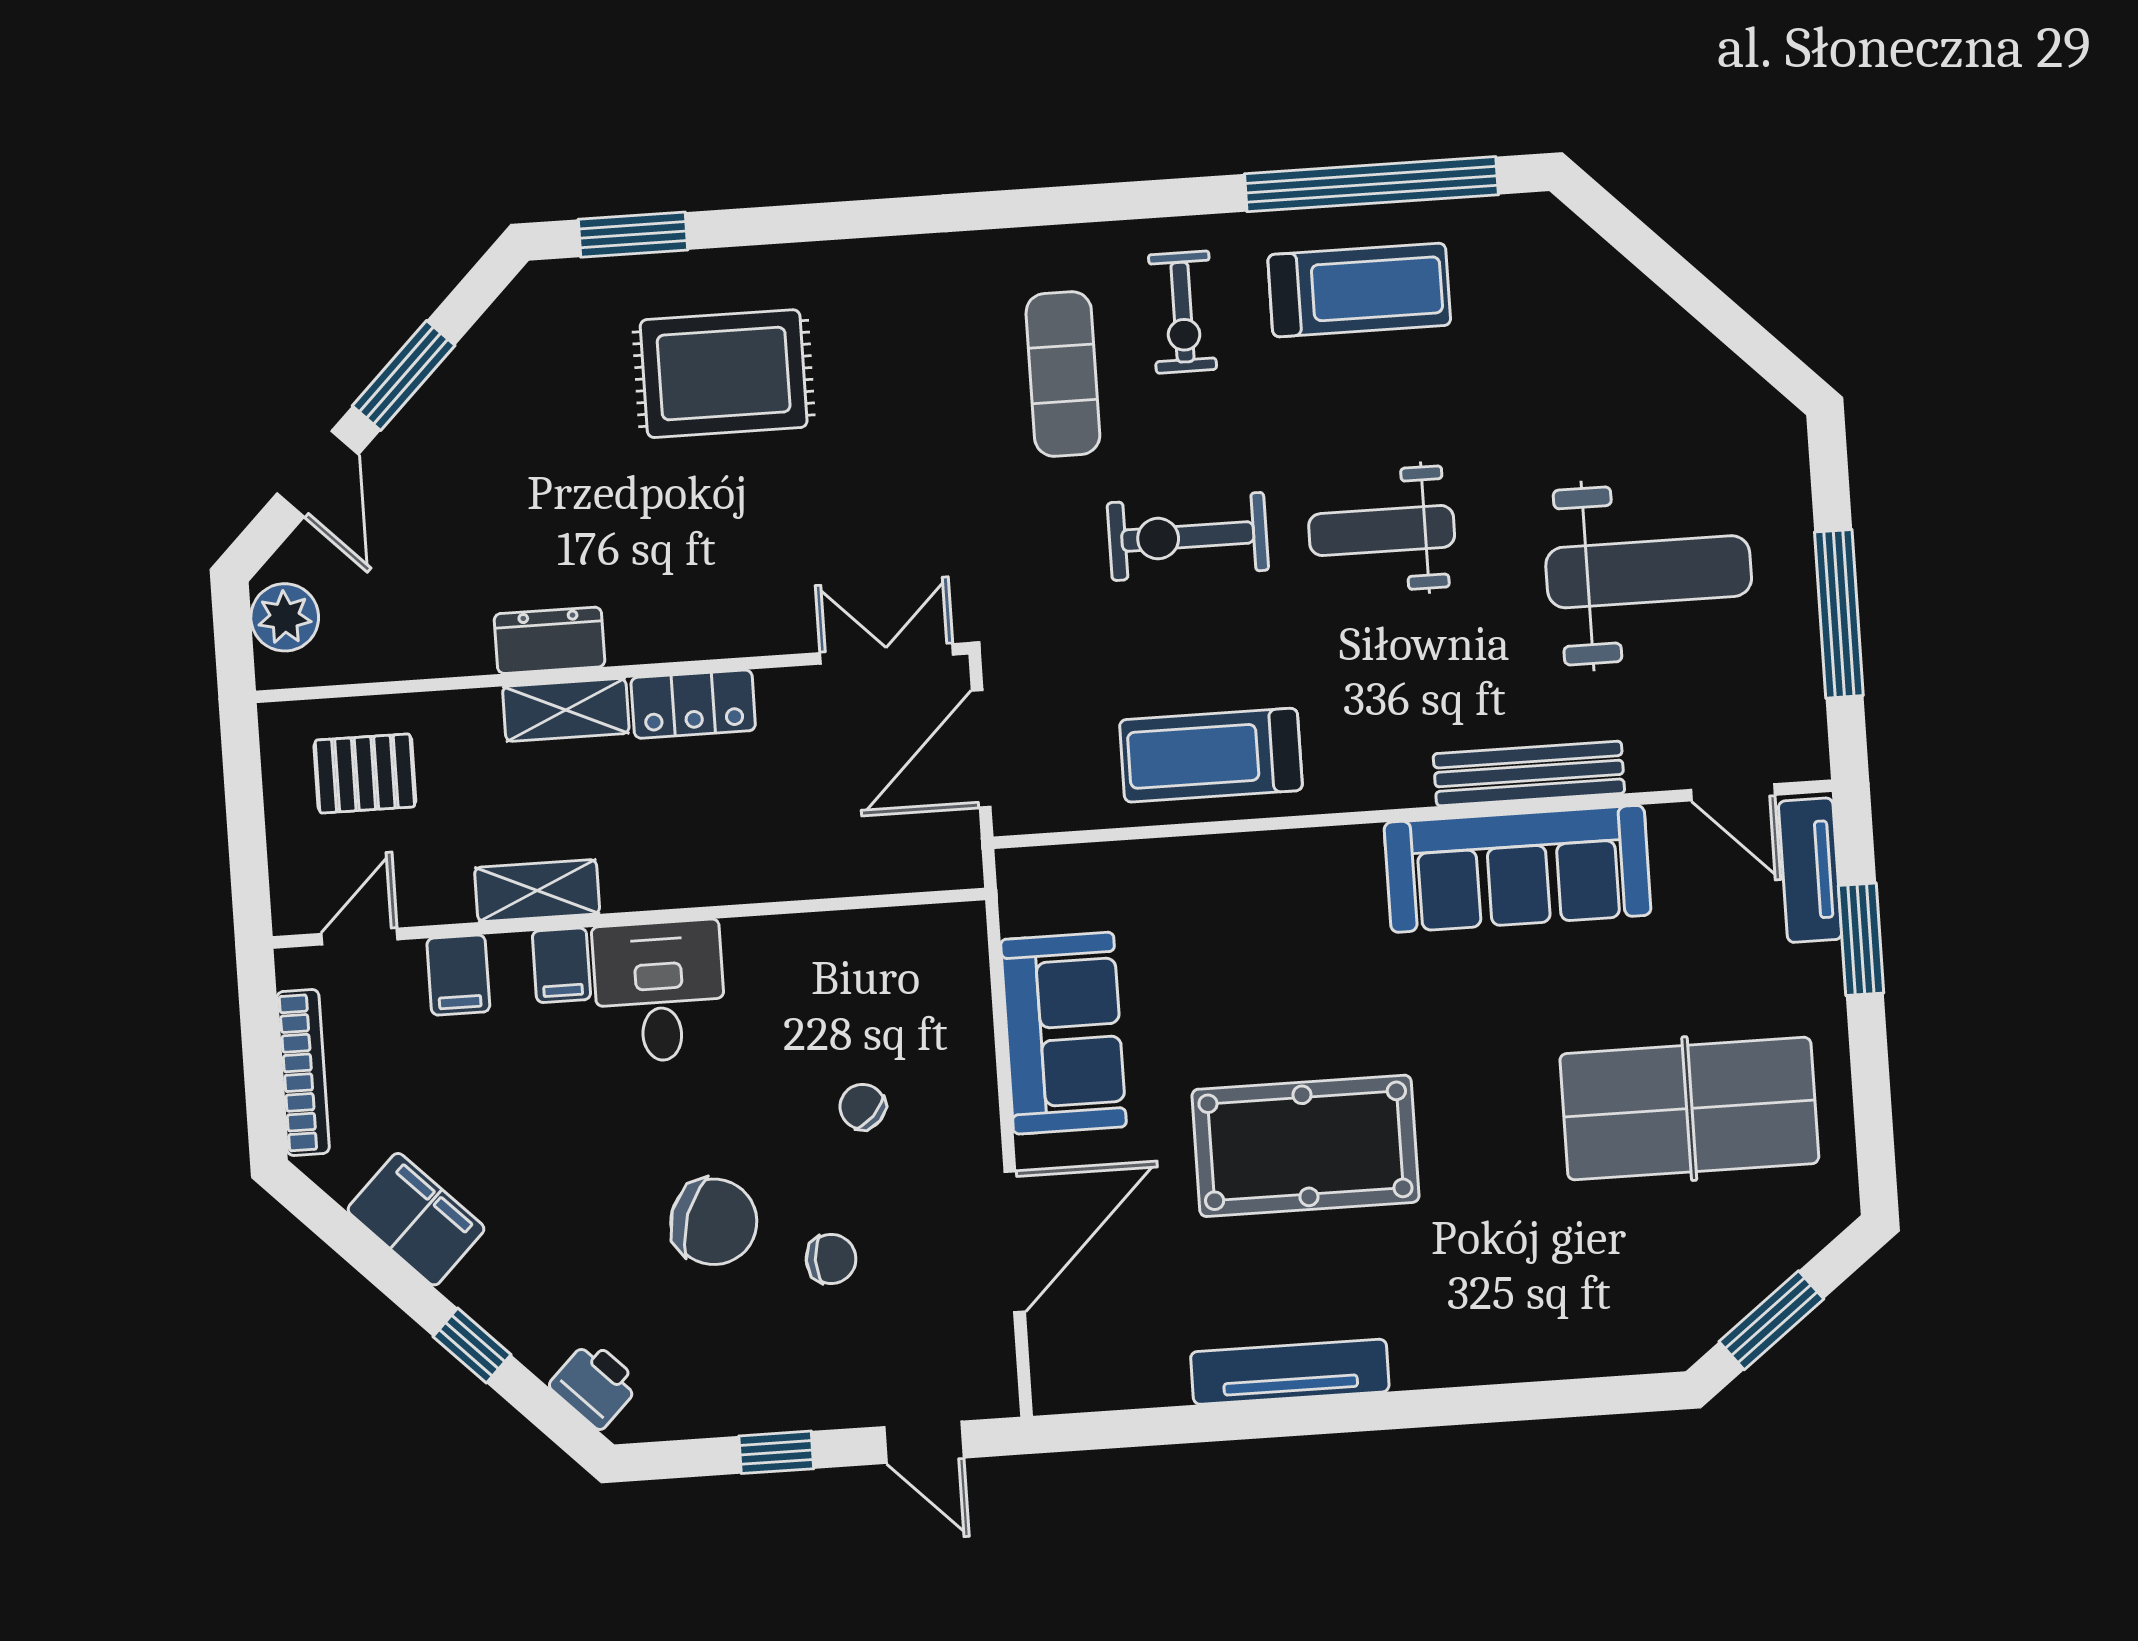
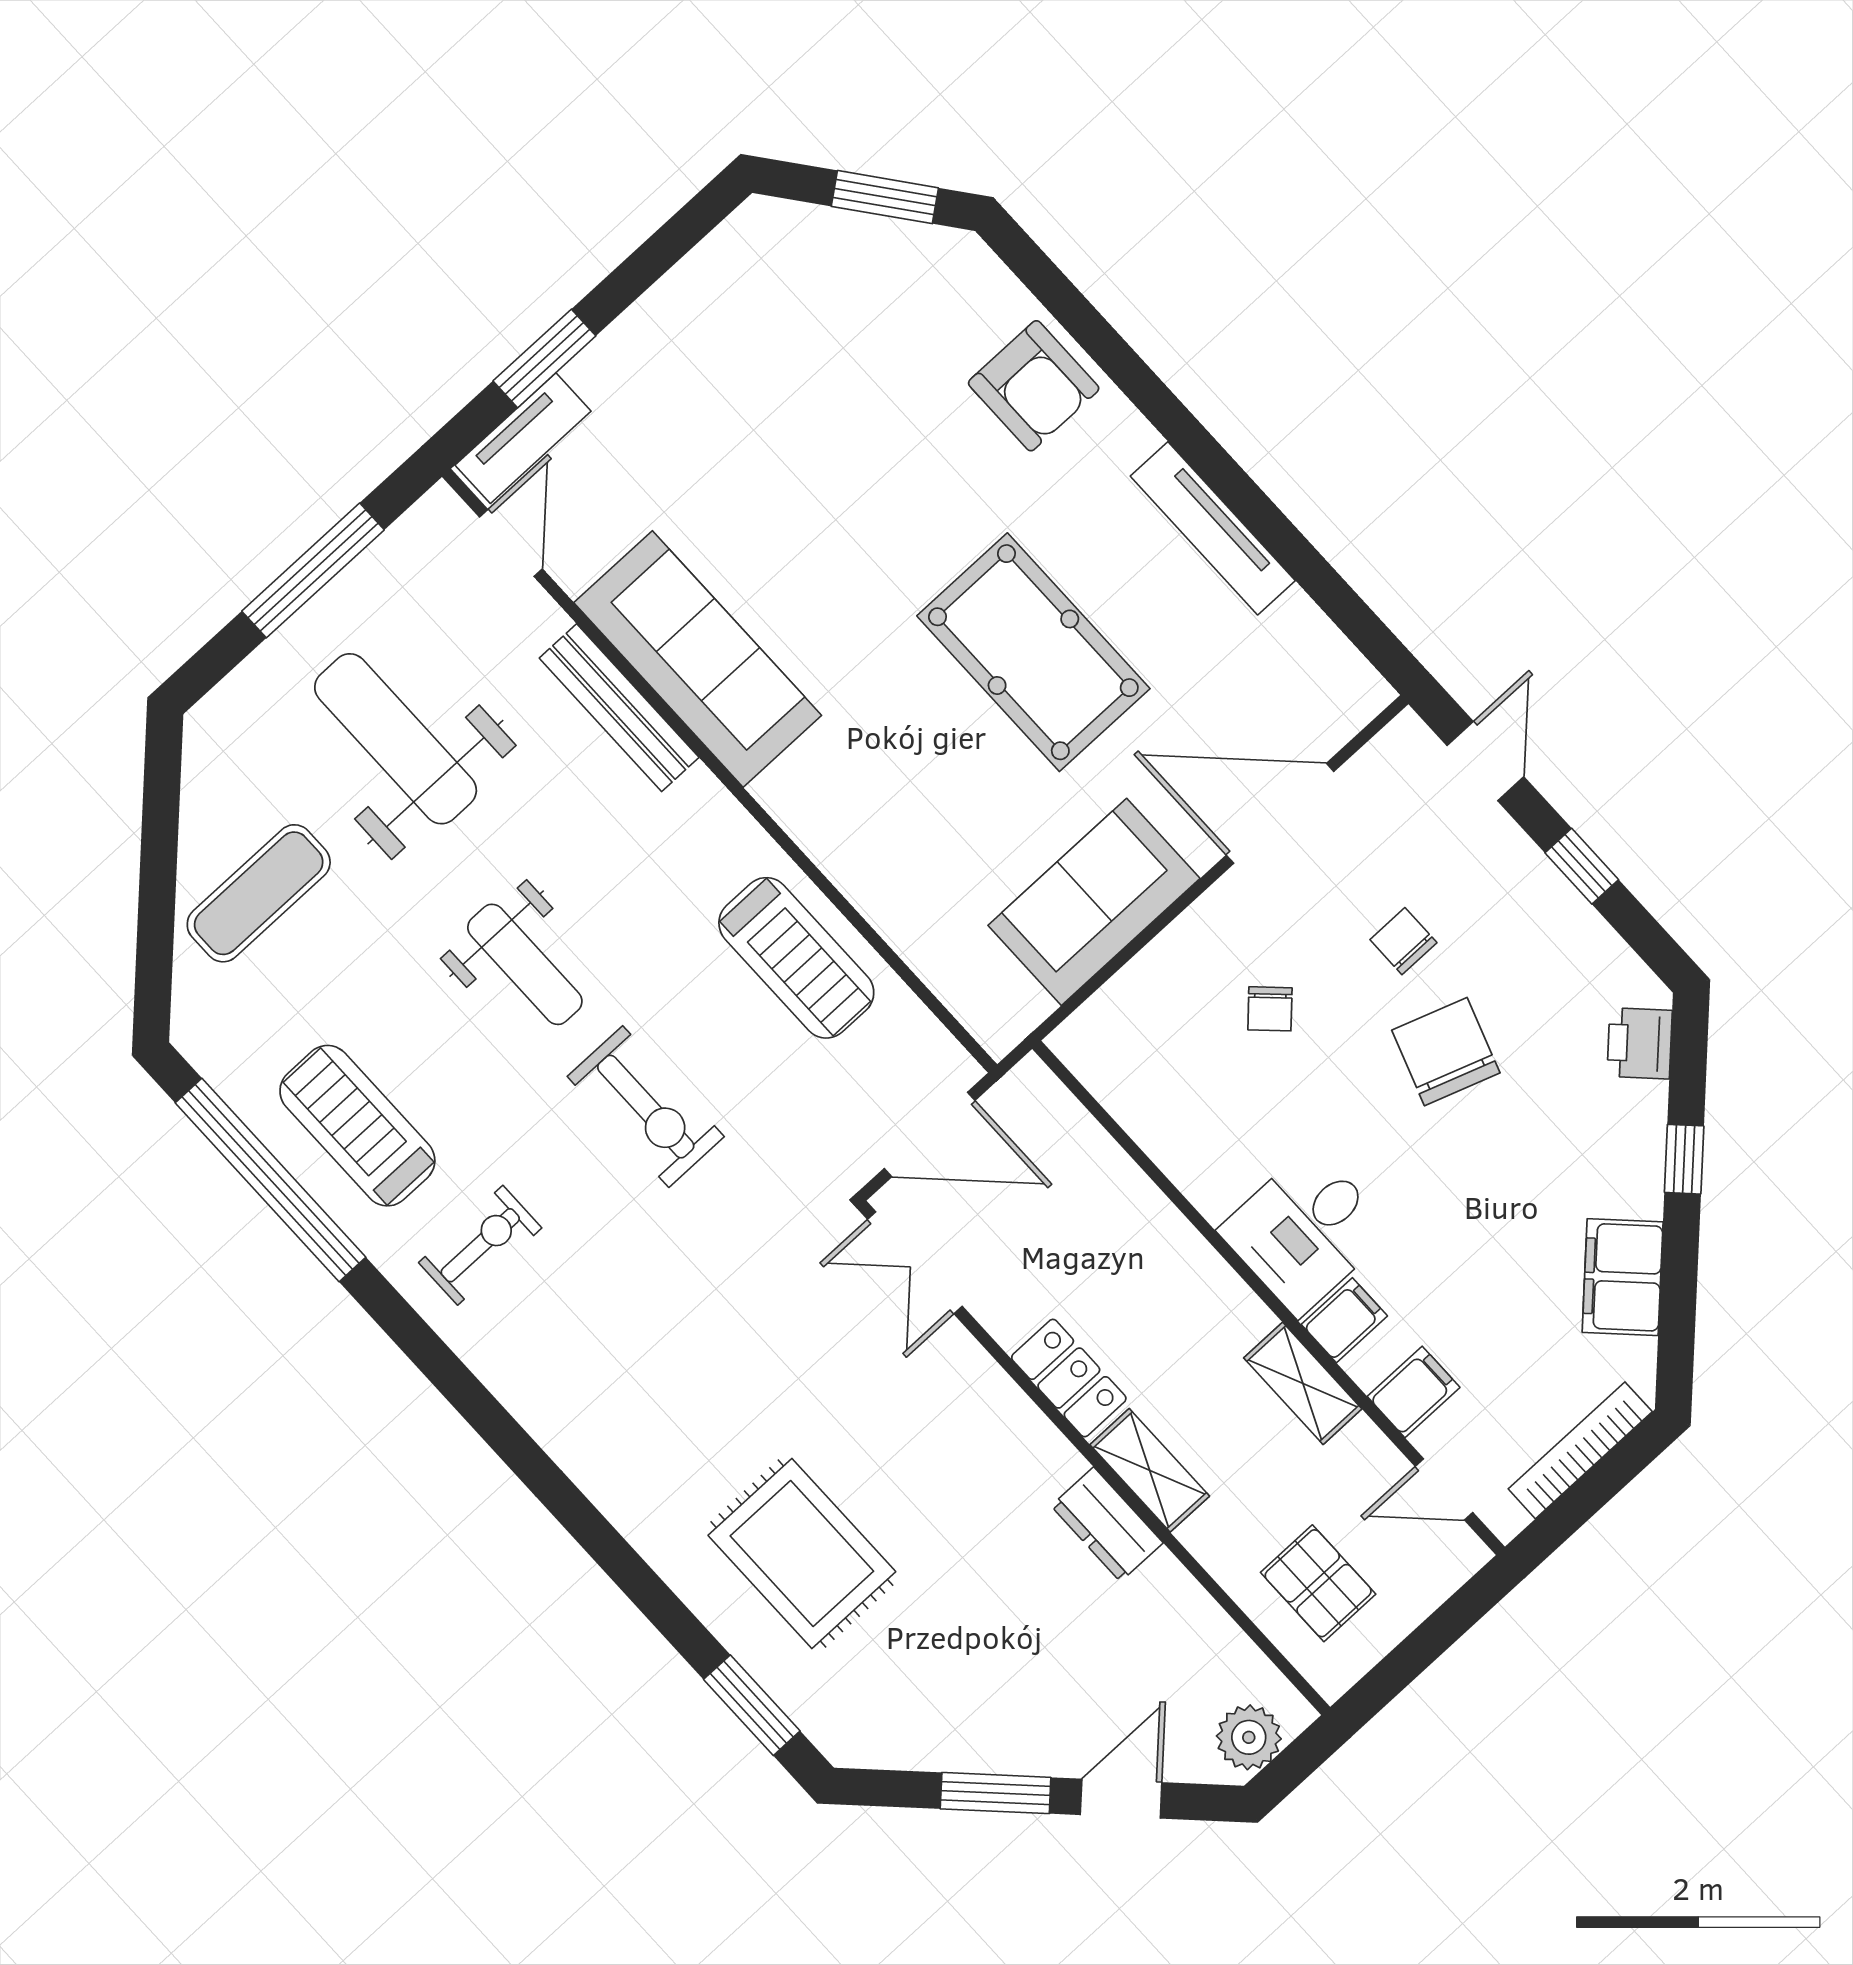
exercise mat: (1063, 374) -> (259, 893), moved
table tennis table: (1689, 1109) -> (775, 386), removed
armchair: (1522, 1319) -> (1034, 386), added

